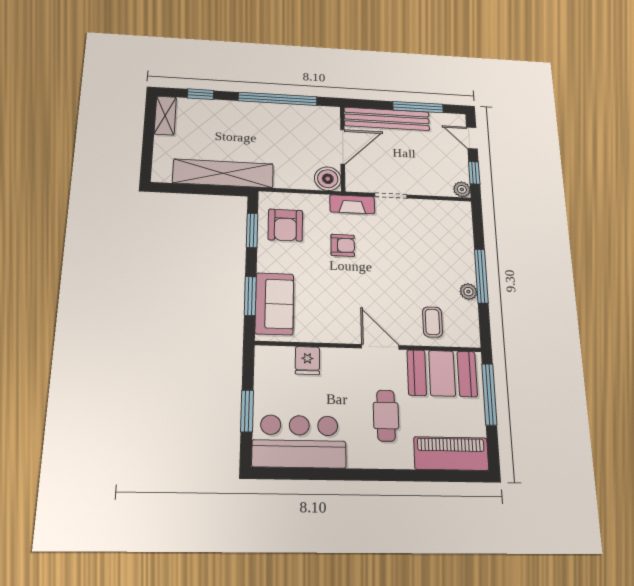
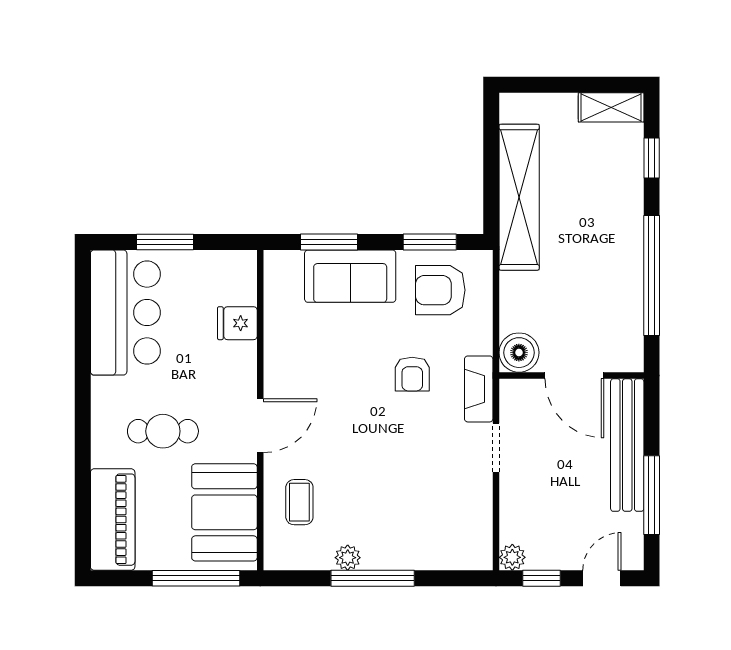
sofa: (274, 304) -> (350, 276), moved
coffee table: (432, 322) -> (299, 502), turned 90

